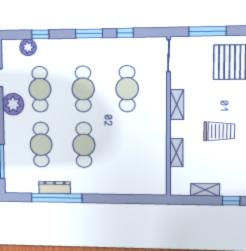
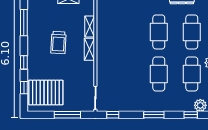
window: (125, 33) -> (113, 115), moved
cafe table: (127, 89) -> (126, 74), removed
shelving: (177, 105) -> (89, 49), moved
trolley: (219, 131) -> (58, 42), turned -87

